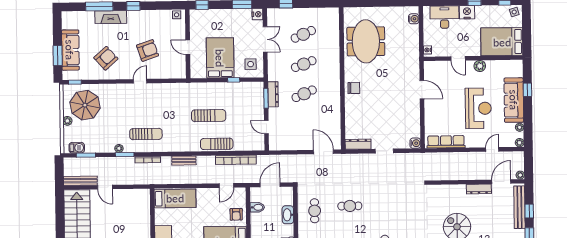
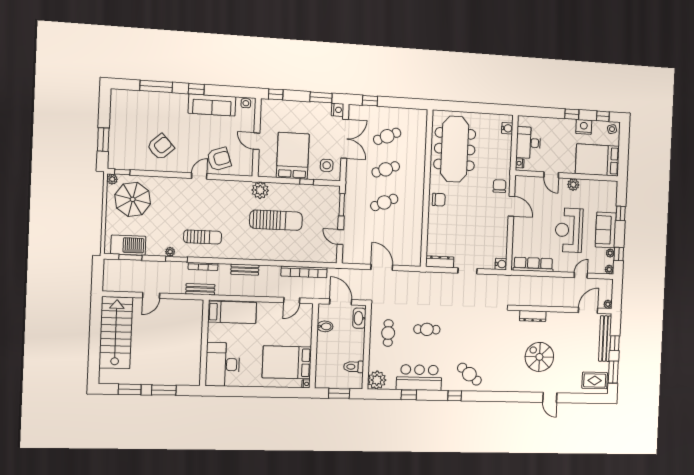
nightstand: (467, 12) -> (584, 127), moved
fireplace: (111, 17) -> (169, 100), removed
desk: (444, 17) -> (528, 143), moved, turned -90
double door: (265, 39) -> (345, 139), width x1.37
meeting table: (366, 41) -> (455, 149), width x1.36
sofa: (70, 50) -> (212, 105), moved, turned 90
armchair: (148, 50) -> (219, 159), moved
chair: (410, 72) -> (499, 186), added
plant: (193, 90) -> (260, 190), added
dresser: (273, 94) -> (350, 201), removed
sofa: (514, 100) -> (606, 230), width x0.73
reception desk: (478, 108) -> (569, 230), turned 180
sun lounger: (209, 116) -> (276, 220), width x1.36, depth x1.34
plant: (67, 121) -> (112, 179), moved
window: (528, 128) -> (619, 254), added
sun lounger: (217, 144) -> (283, 253), removed
barbecue: (77, 148) -> (128, 245), width x1.88, depth x1.53
door: (323, 152) -> (382, 267), moved
bench: (80, 181) -> (200, 289), moved, width x0.73
door: (270, 185) -> (341, 302), hinge flipped
door: (105, 187) -> (151, 295), hinge flipped
dresser: (479, 189) -> (533, 316), moved
armchair: (236, 214) -> (301, 333), removed
washbasin: (288, 215) -> (359, 318), moved

